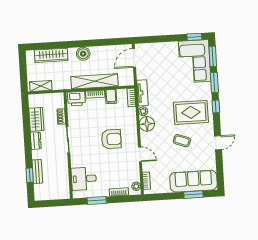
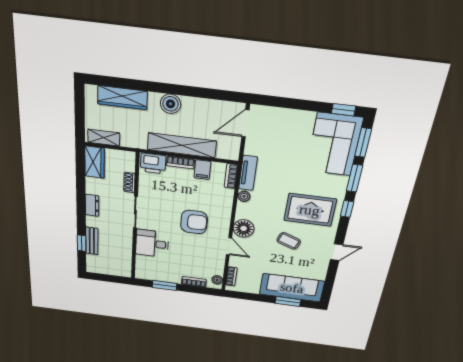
wardrobe: (36, 119) -> (95, 162), moved
floor lamp: (147, 124) -> (244, 228), moved
desk: (84, 179) -> (152, 244), moved

